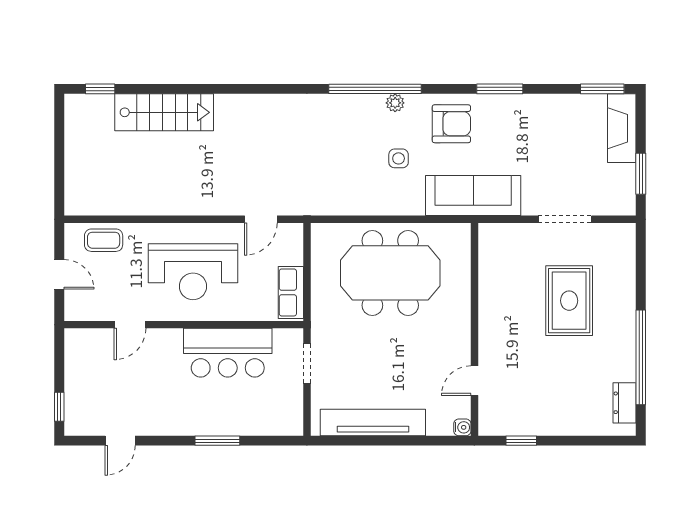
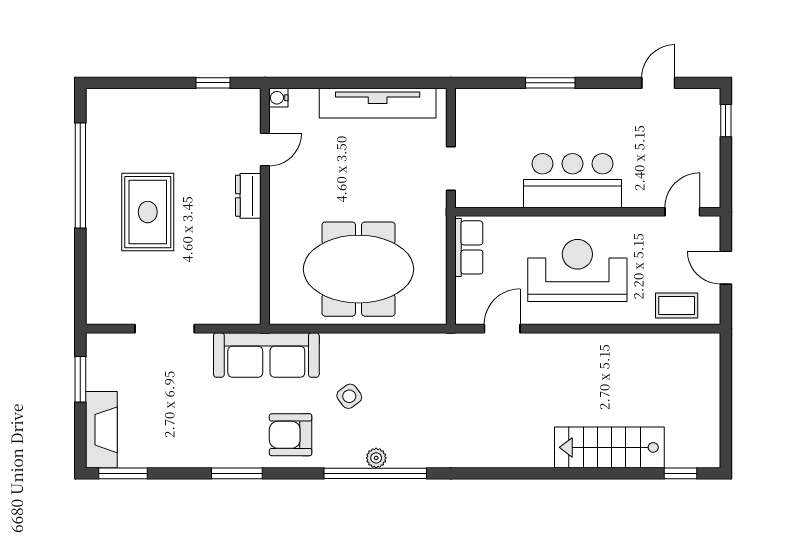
plant: (395, 103) -> (376, 458), moved
side table: (399, 158) -> (349, 396), turned -36
rug: (569, 301) -> (148, 212), moved
door: (130, 325) -> (682, 212), moved
bar counter: (228, 353) -> (572, 181), moved
dresser: (625, 403) -> (248, 196), moved, turned 180

